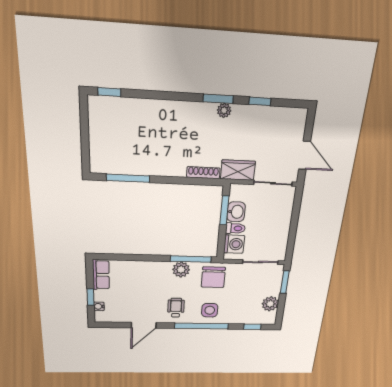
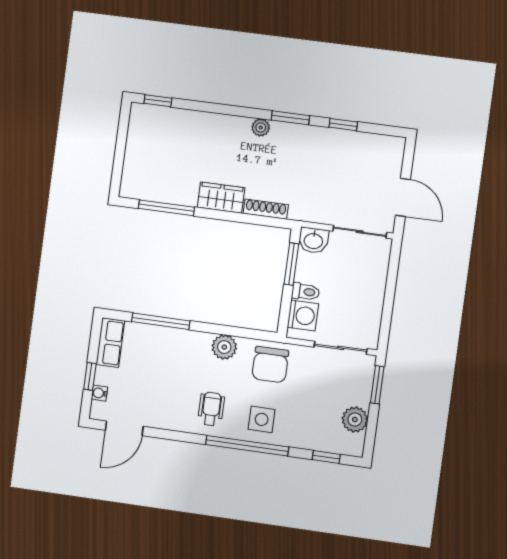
plant: (224, 110) -> (261, 127), moved
wardrobe: (238, 170) -> (221, 198), moved
washbasin: (236, 212) -> (313, 240), moved, turned 90
window: (191, 259) -> (161, 321), moved
door: (144, 325) -> (124, 428), moved

